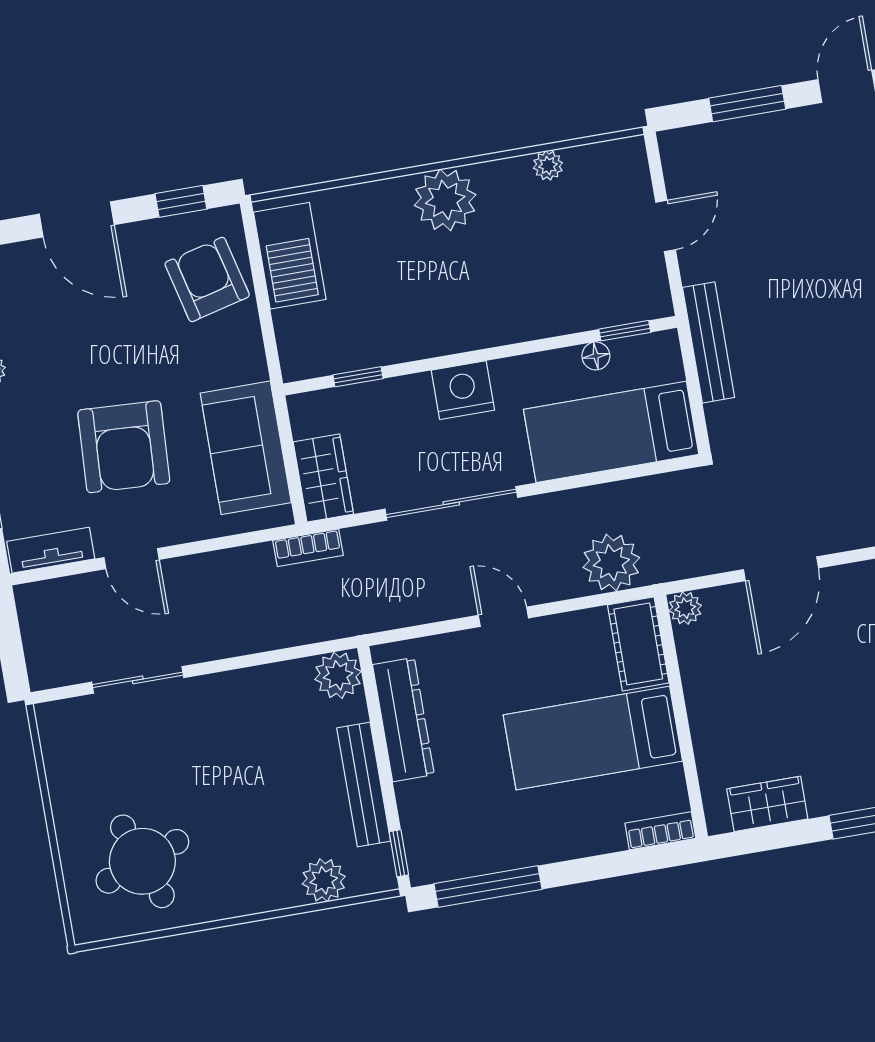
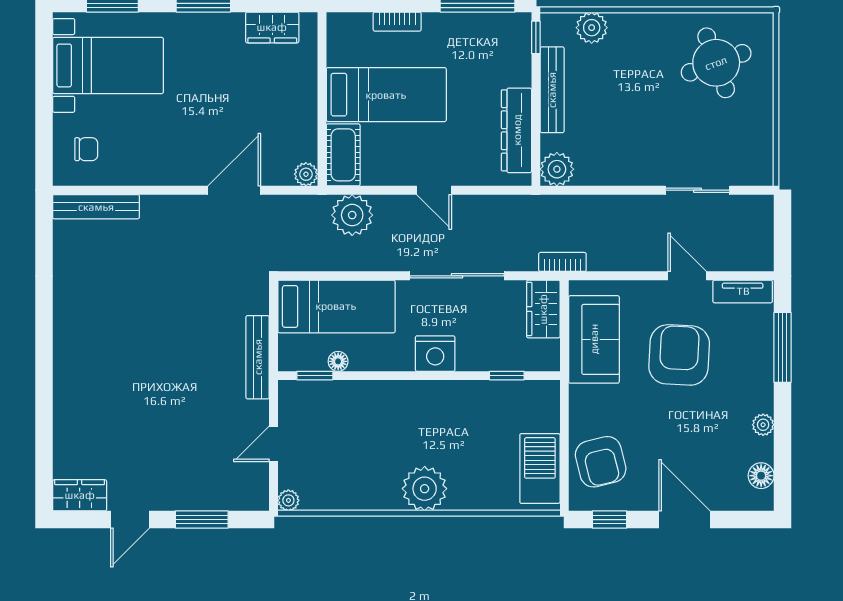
plant: (548, 165) -> (288, 500), moved
bookcase: (660, 831) -> (397, 22), moved

